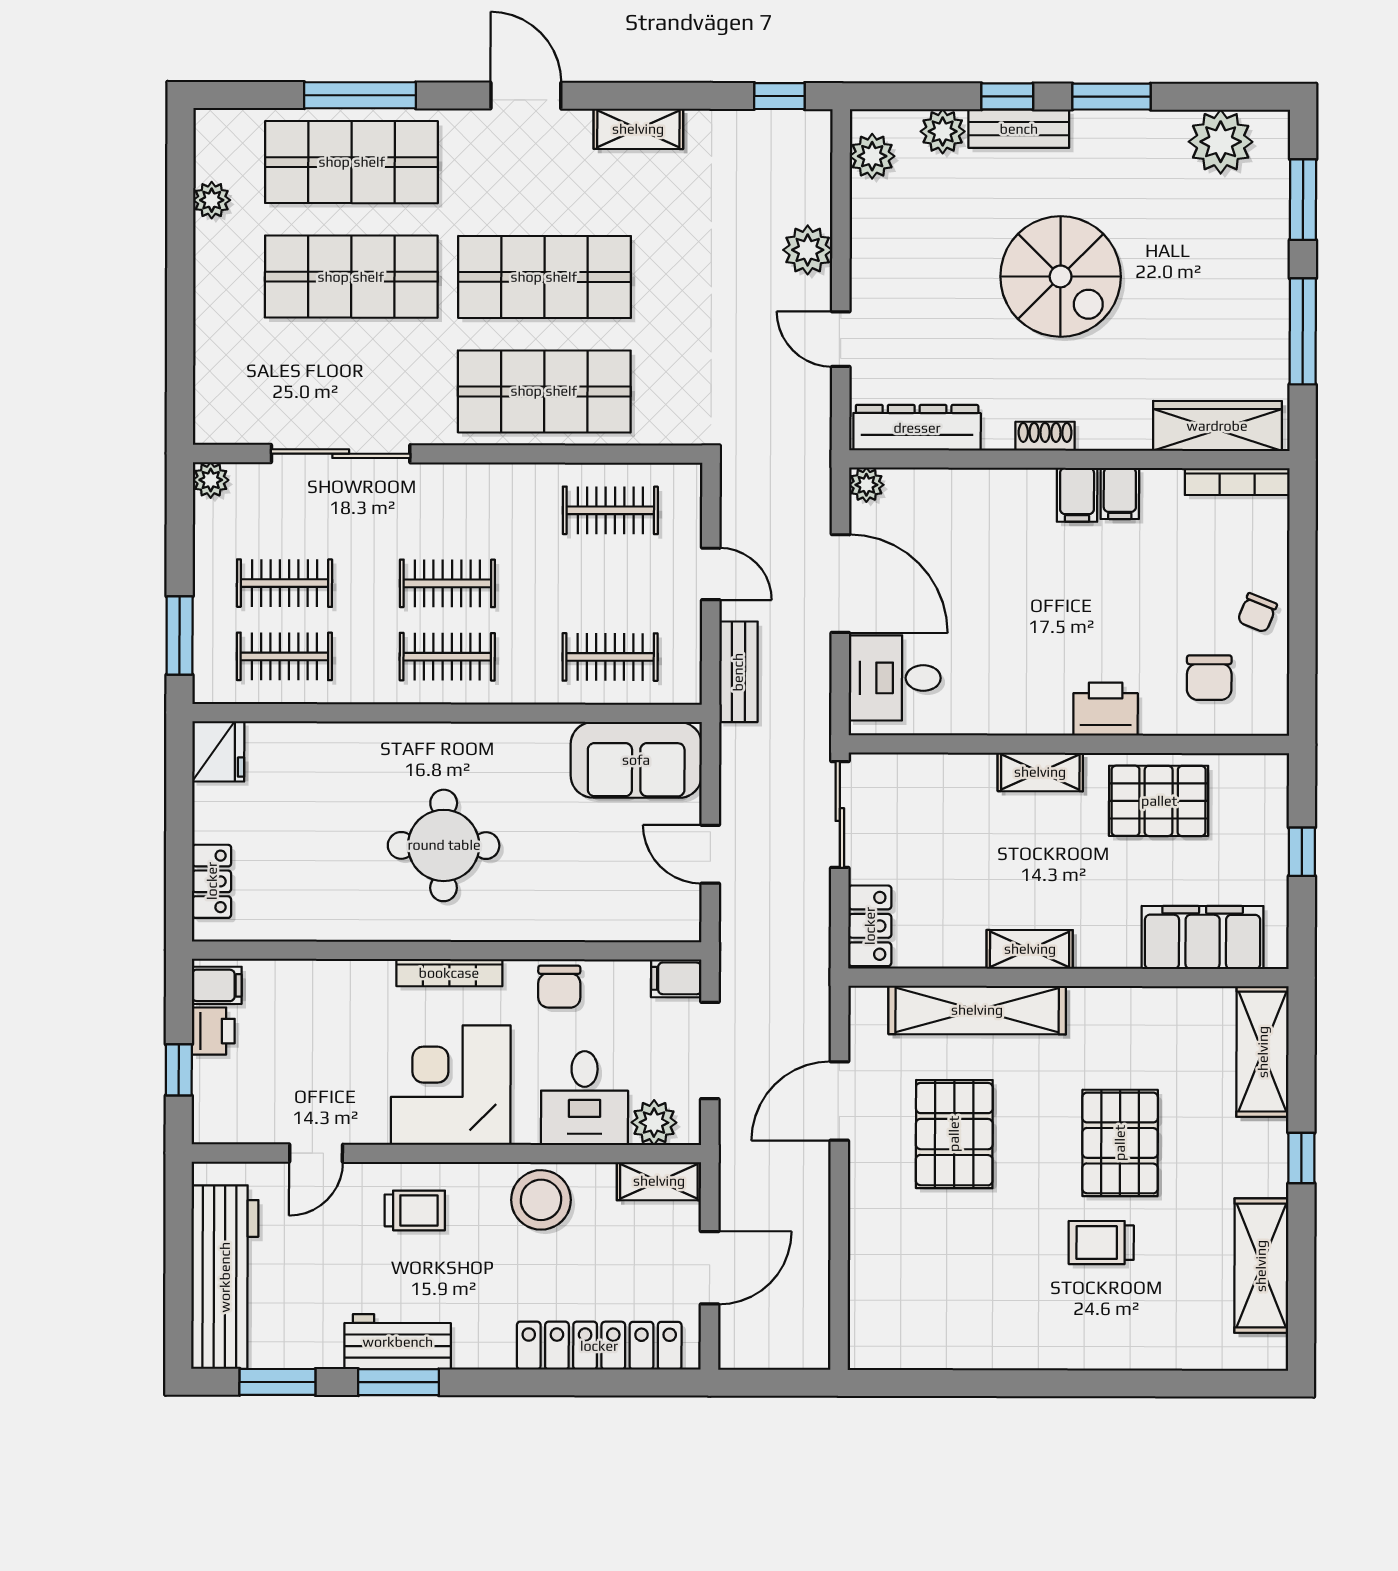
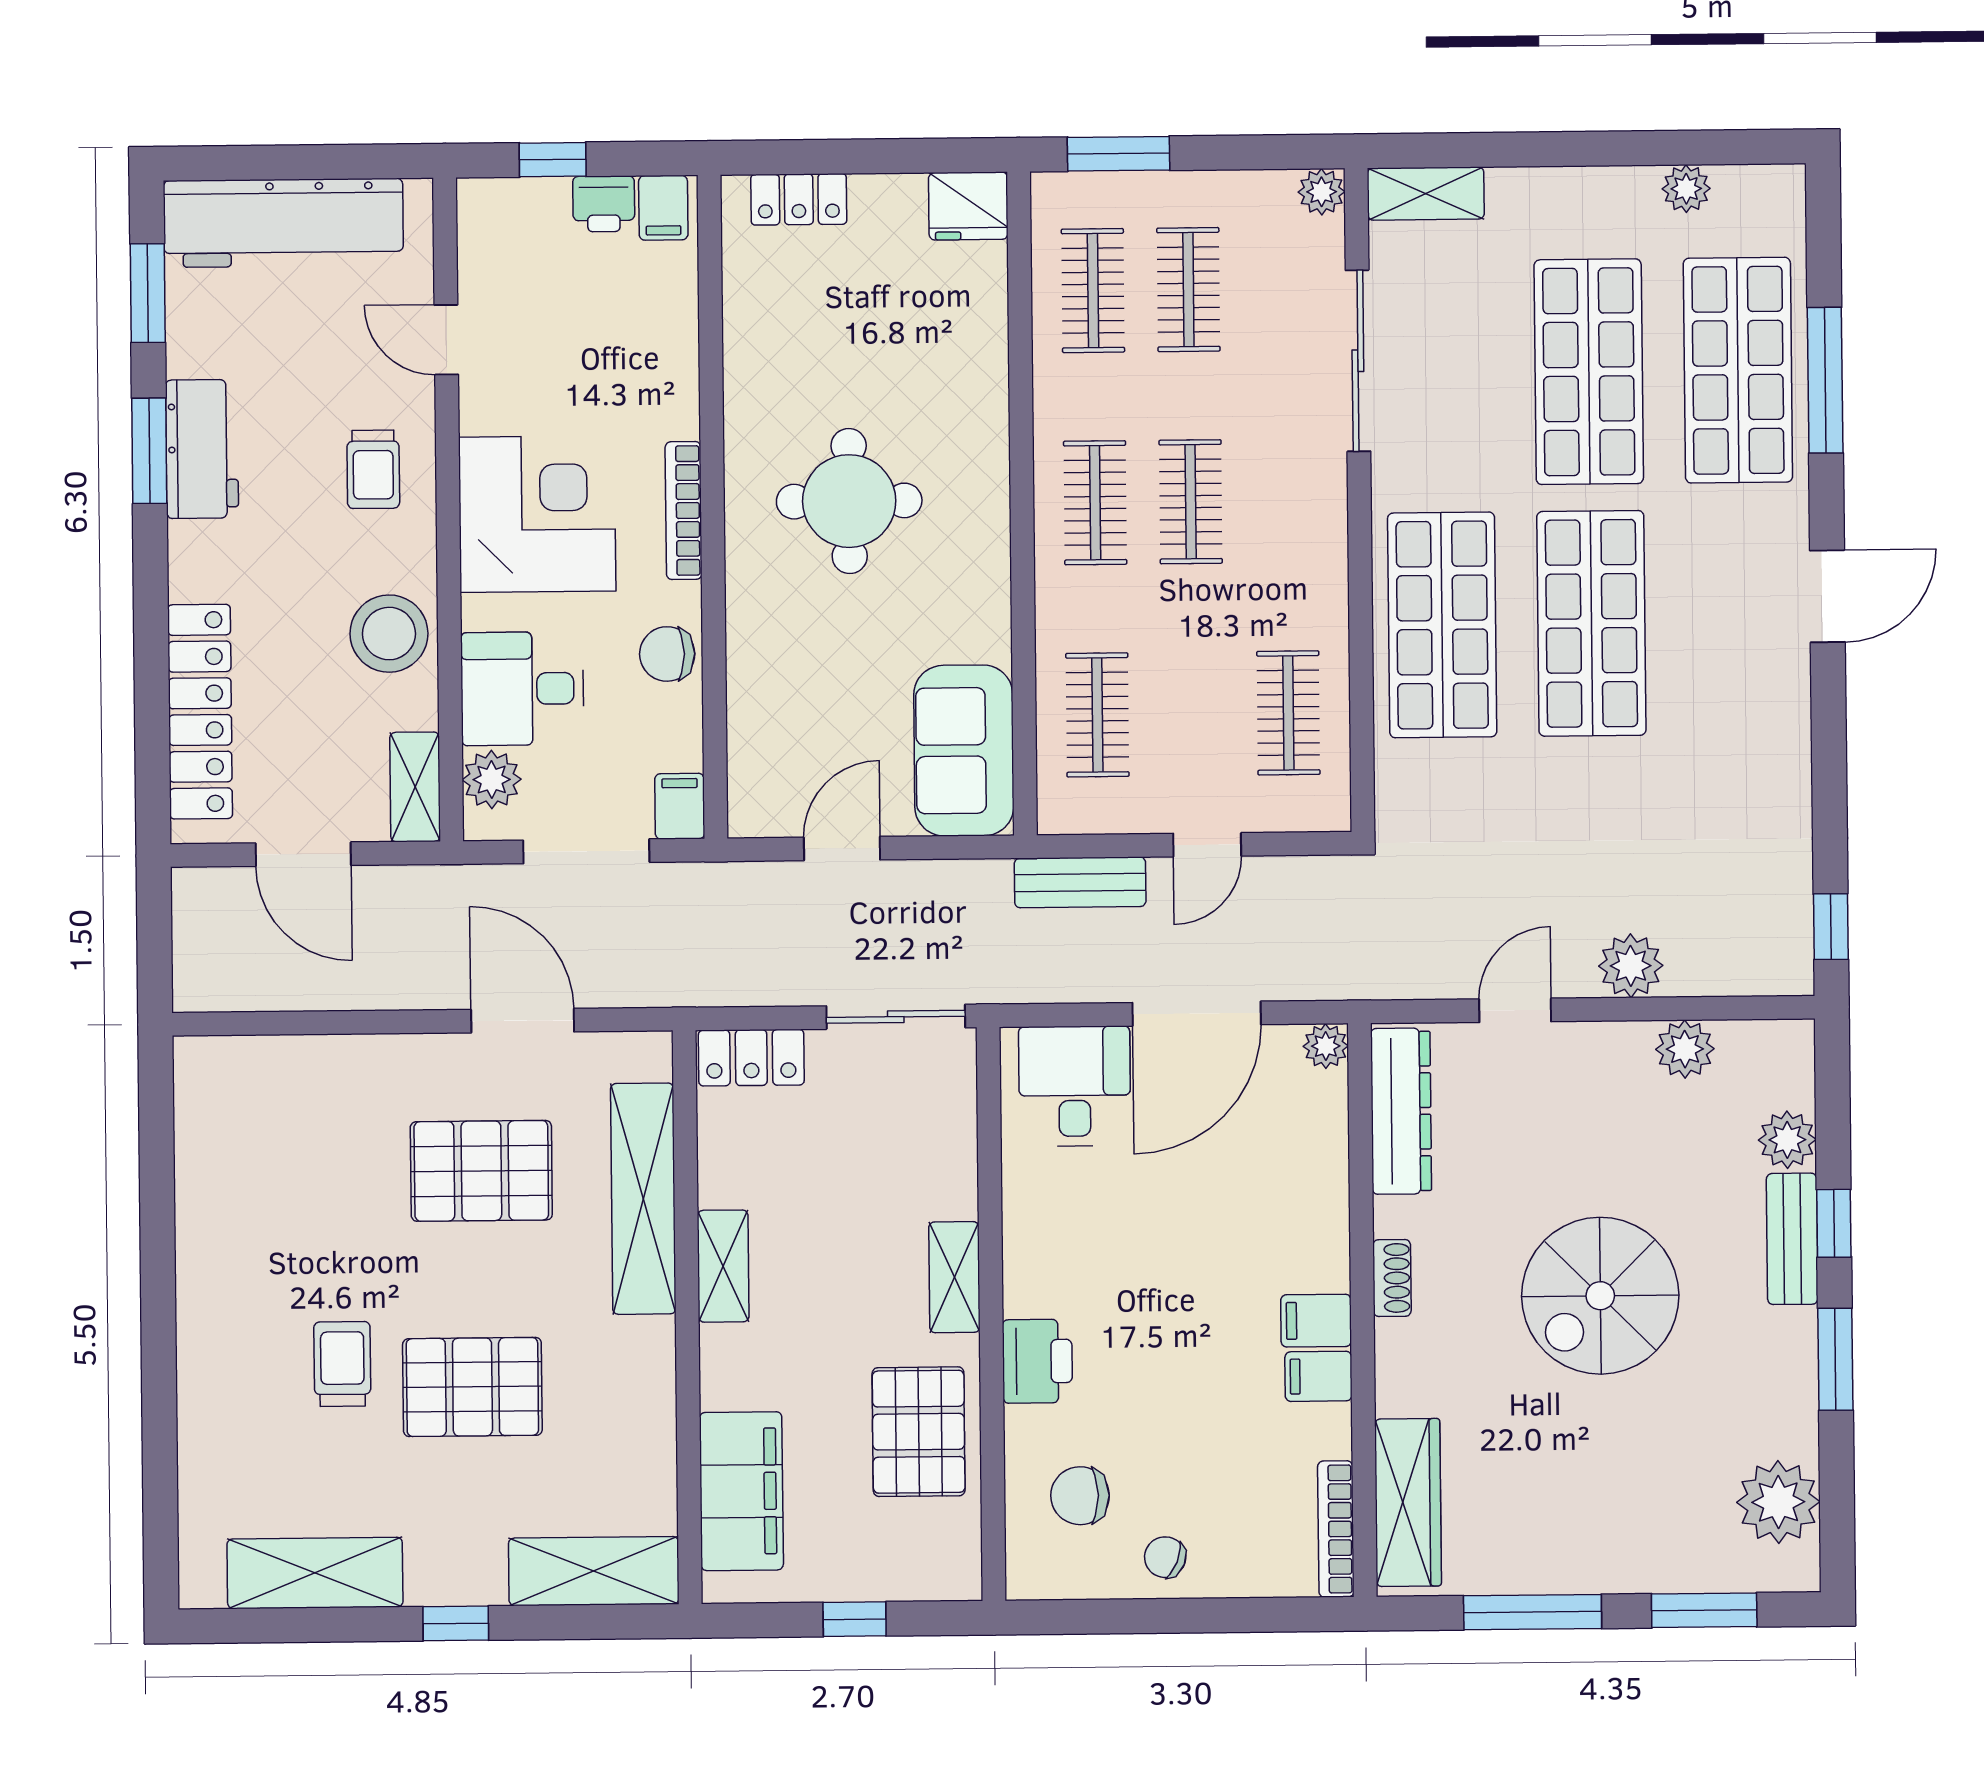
shelving: (638, 129) -> (1426, 194), moved, turned 90
plant: (872, 156) -> (1685, 1049), moved

